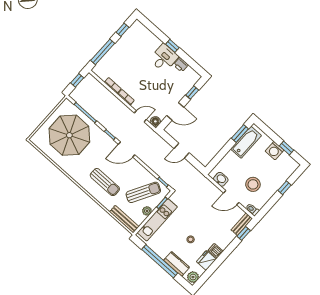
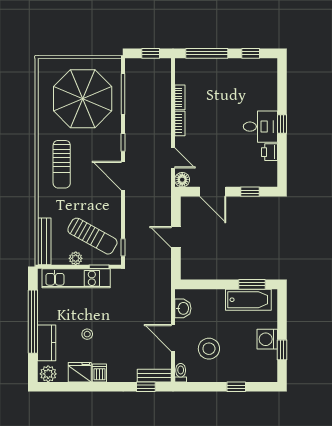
sun lounger: (105, 182) -> (62, 164), moved

